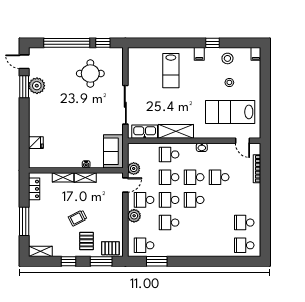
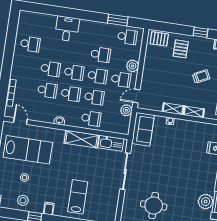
trolley: (78, 218) -> (201, 76), moved
desk: (208, 244) -> (67, 29), added
school desk: (244, 245) -> (51, 69), moved
window: (101, 261) -> (170, 28), removed

